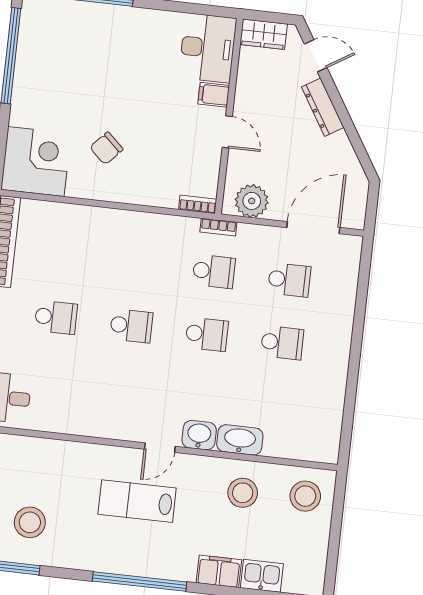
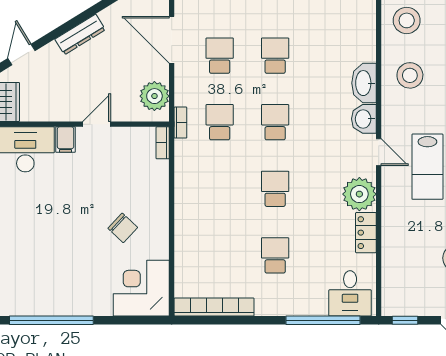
dresser: (323, 107) -> (80, 34), moved
plant: (115, 421) -> (359, 194), added
locker: (70, 423) -> (366, 233), added

